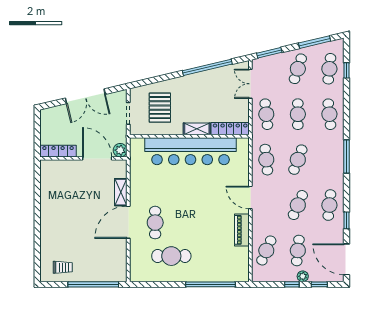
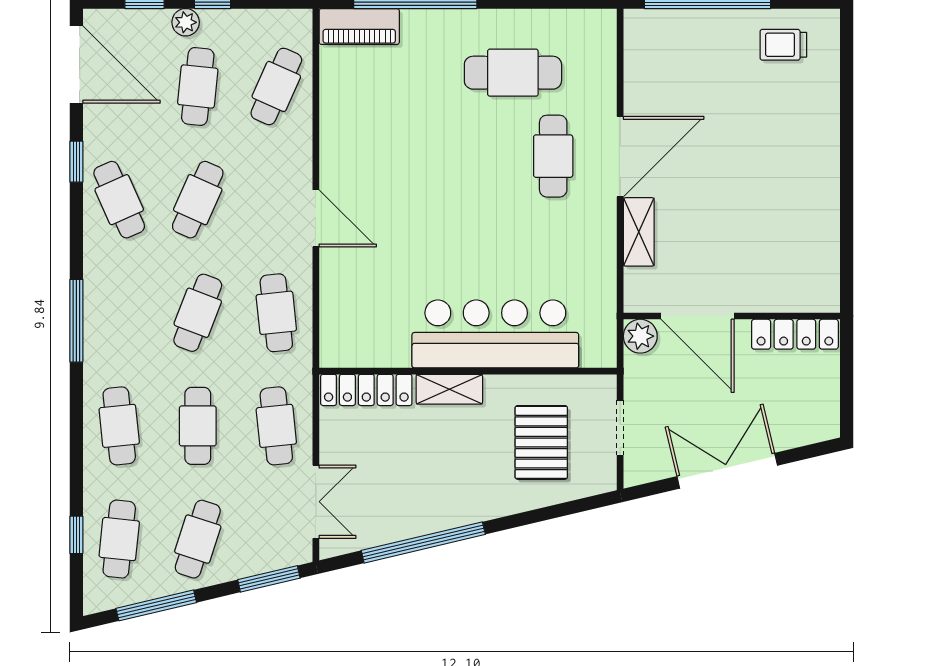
bar counter: (191, 151) -> (495, 334), width x0.73
cafe table: (329, 205) -> (119, 200), turned -30
piano: (242, 230) -> (359, 27), moved, turned 90

